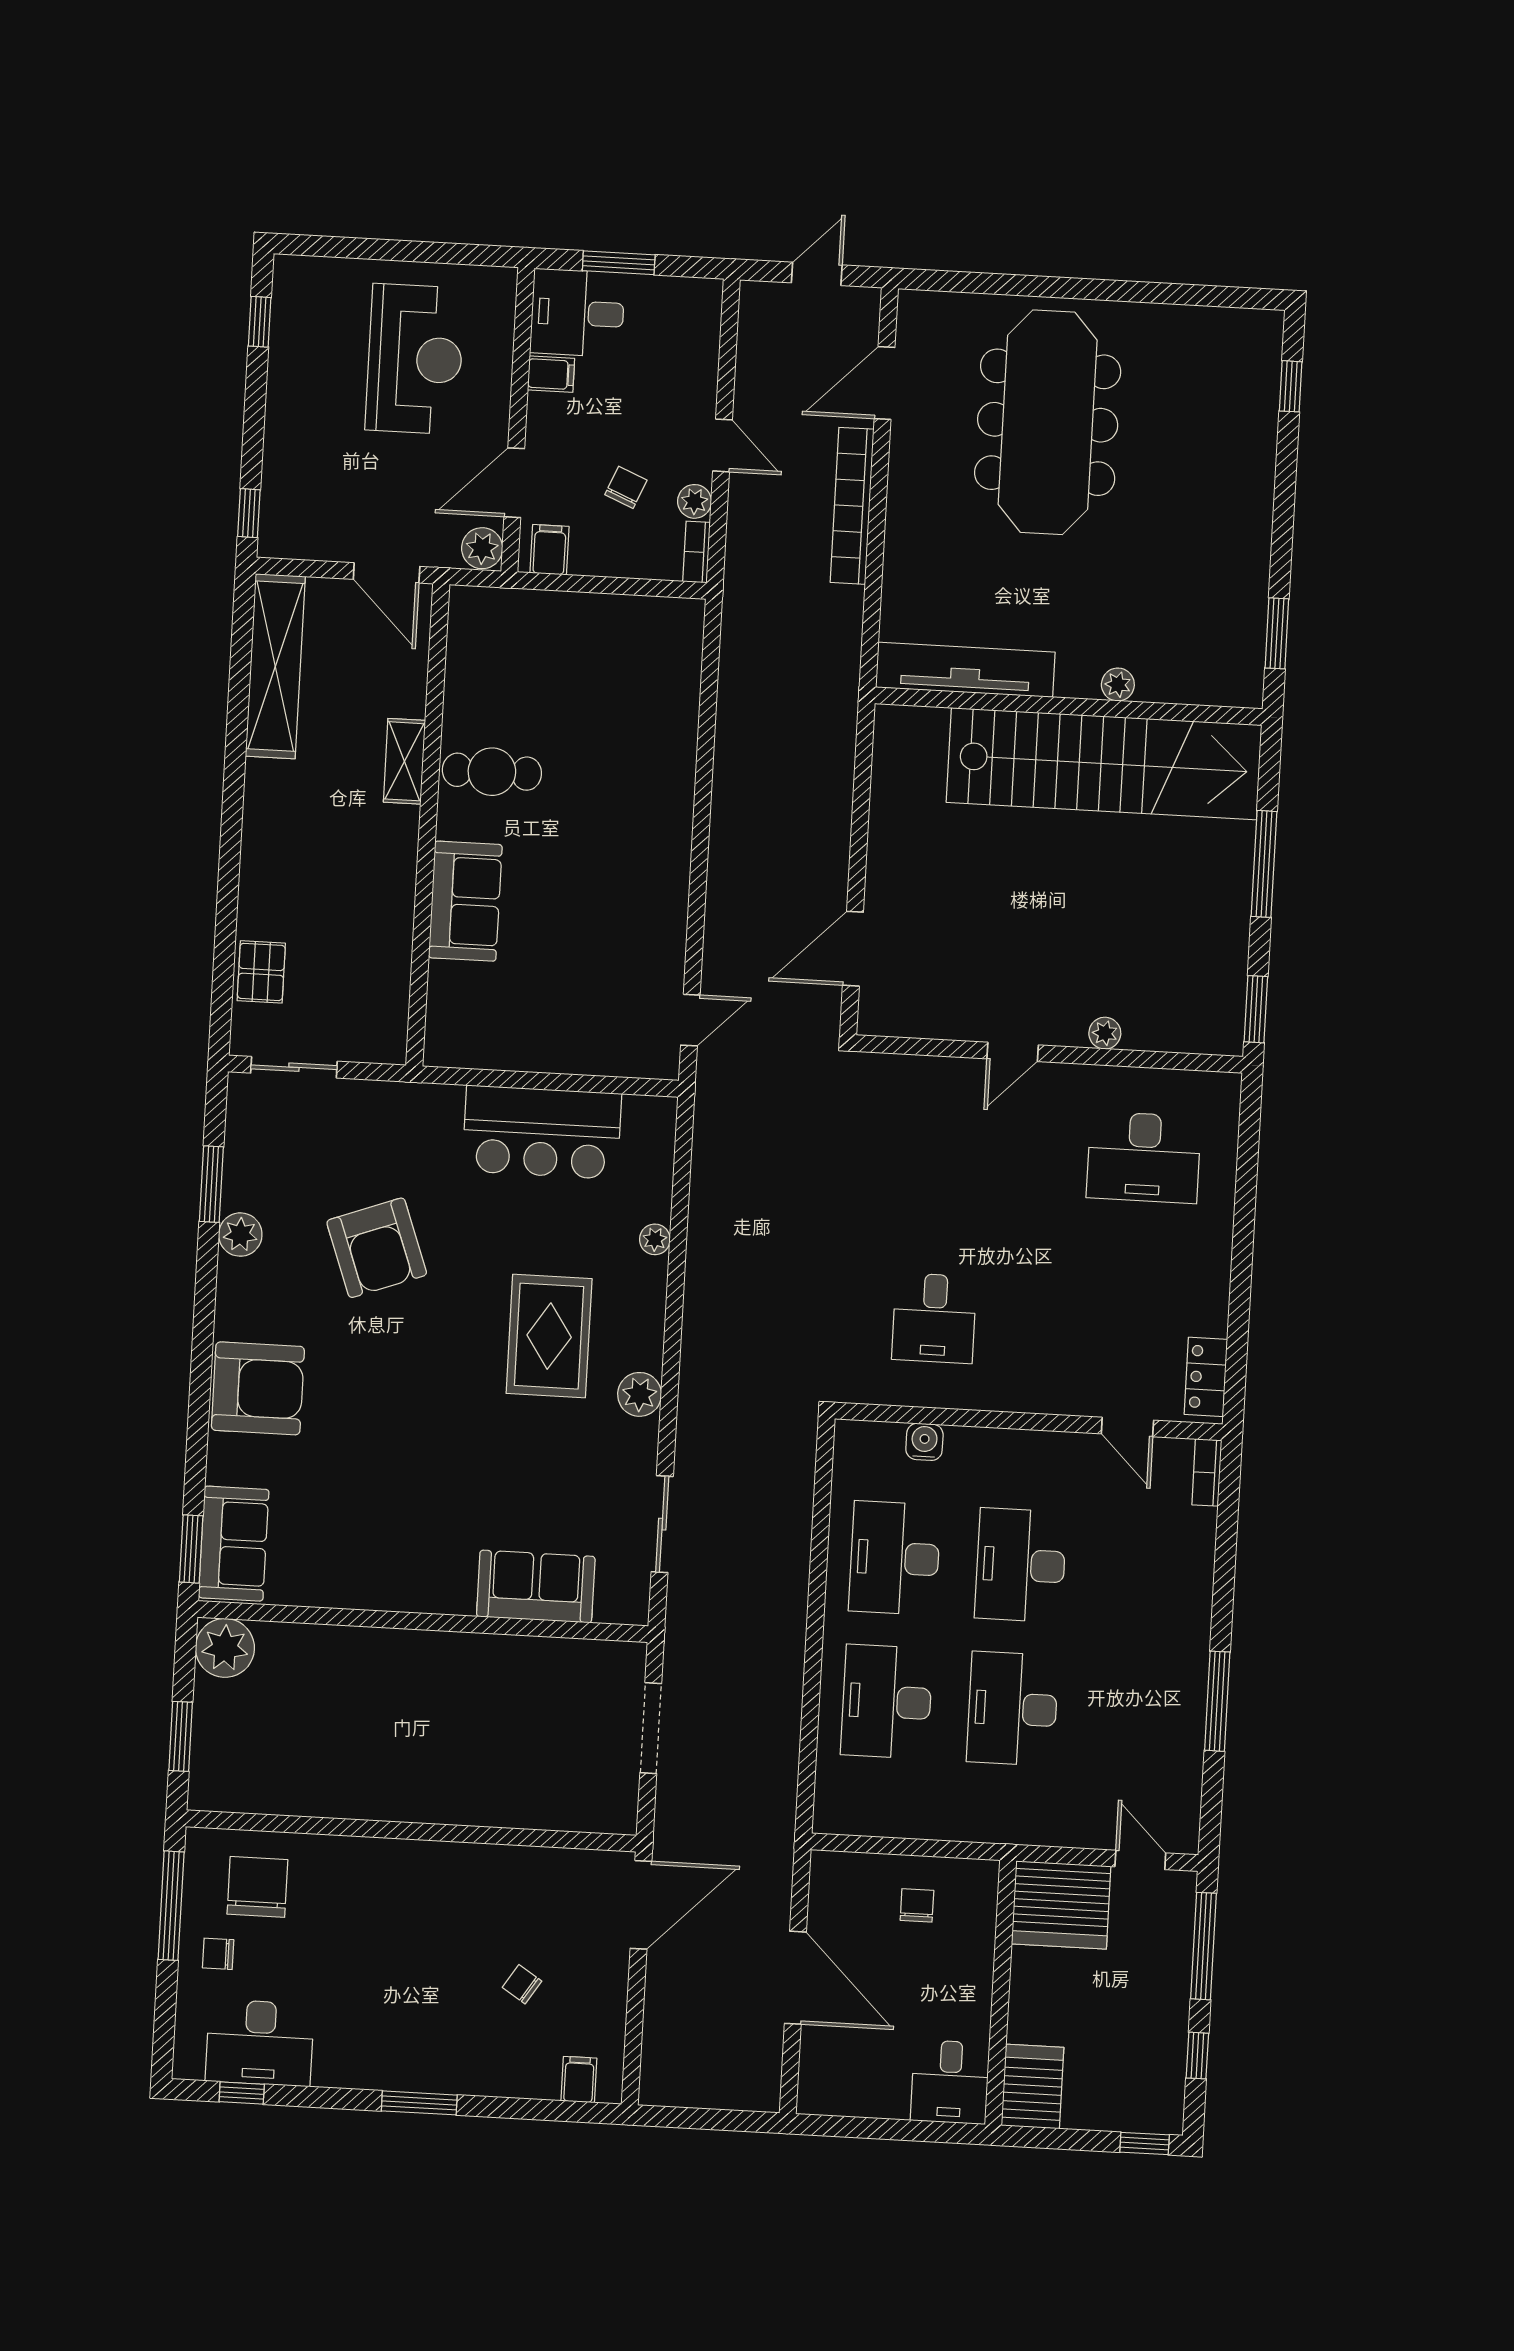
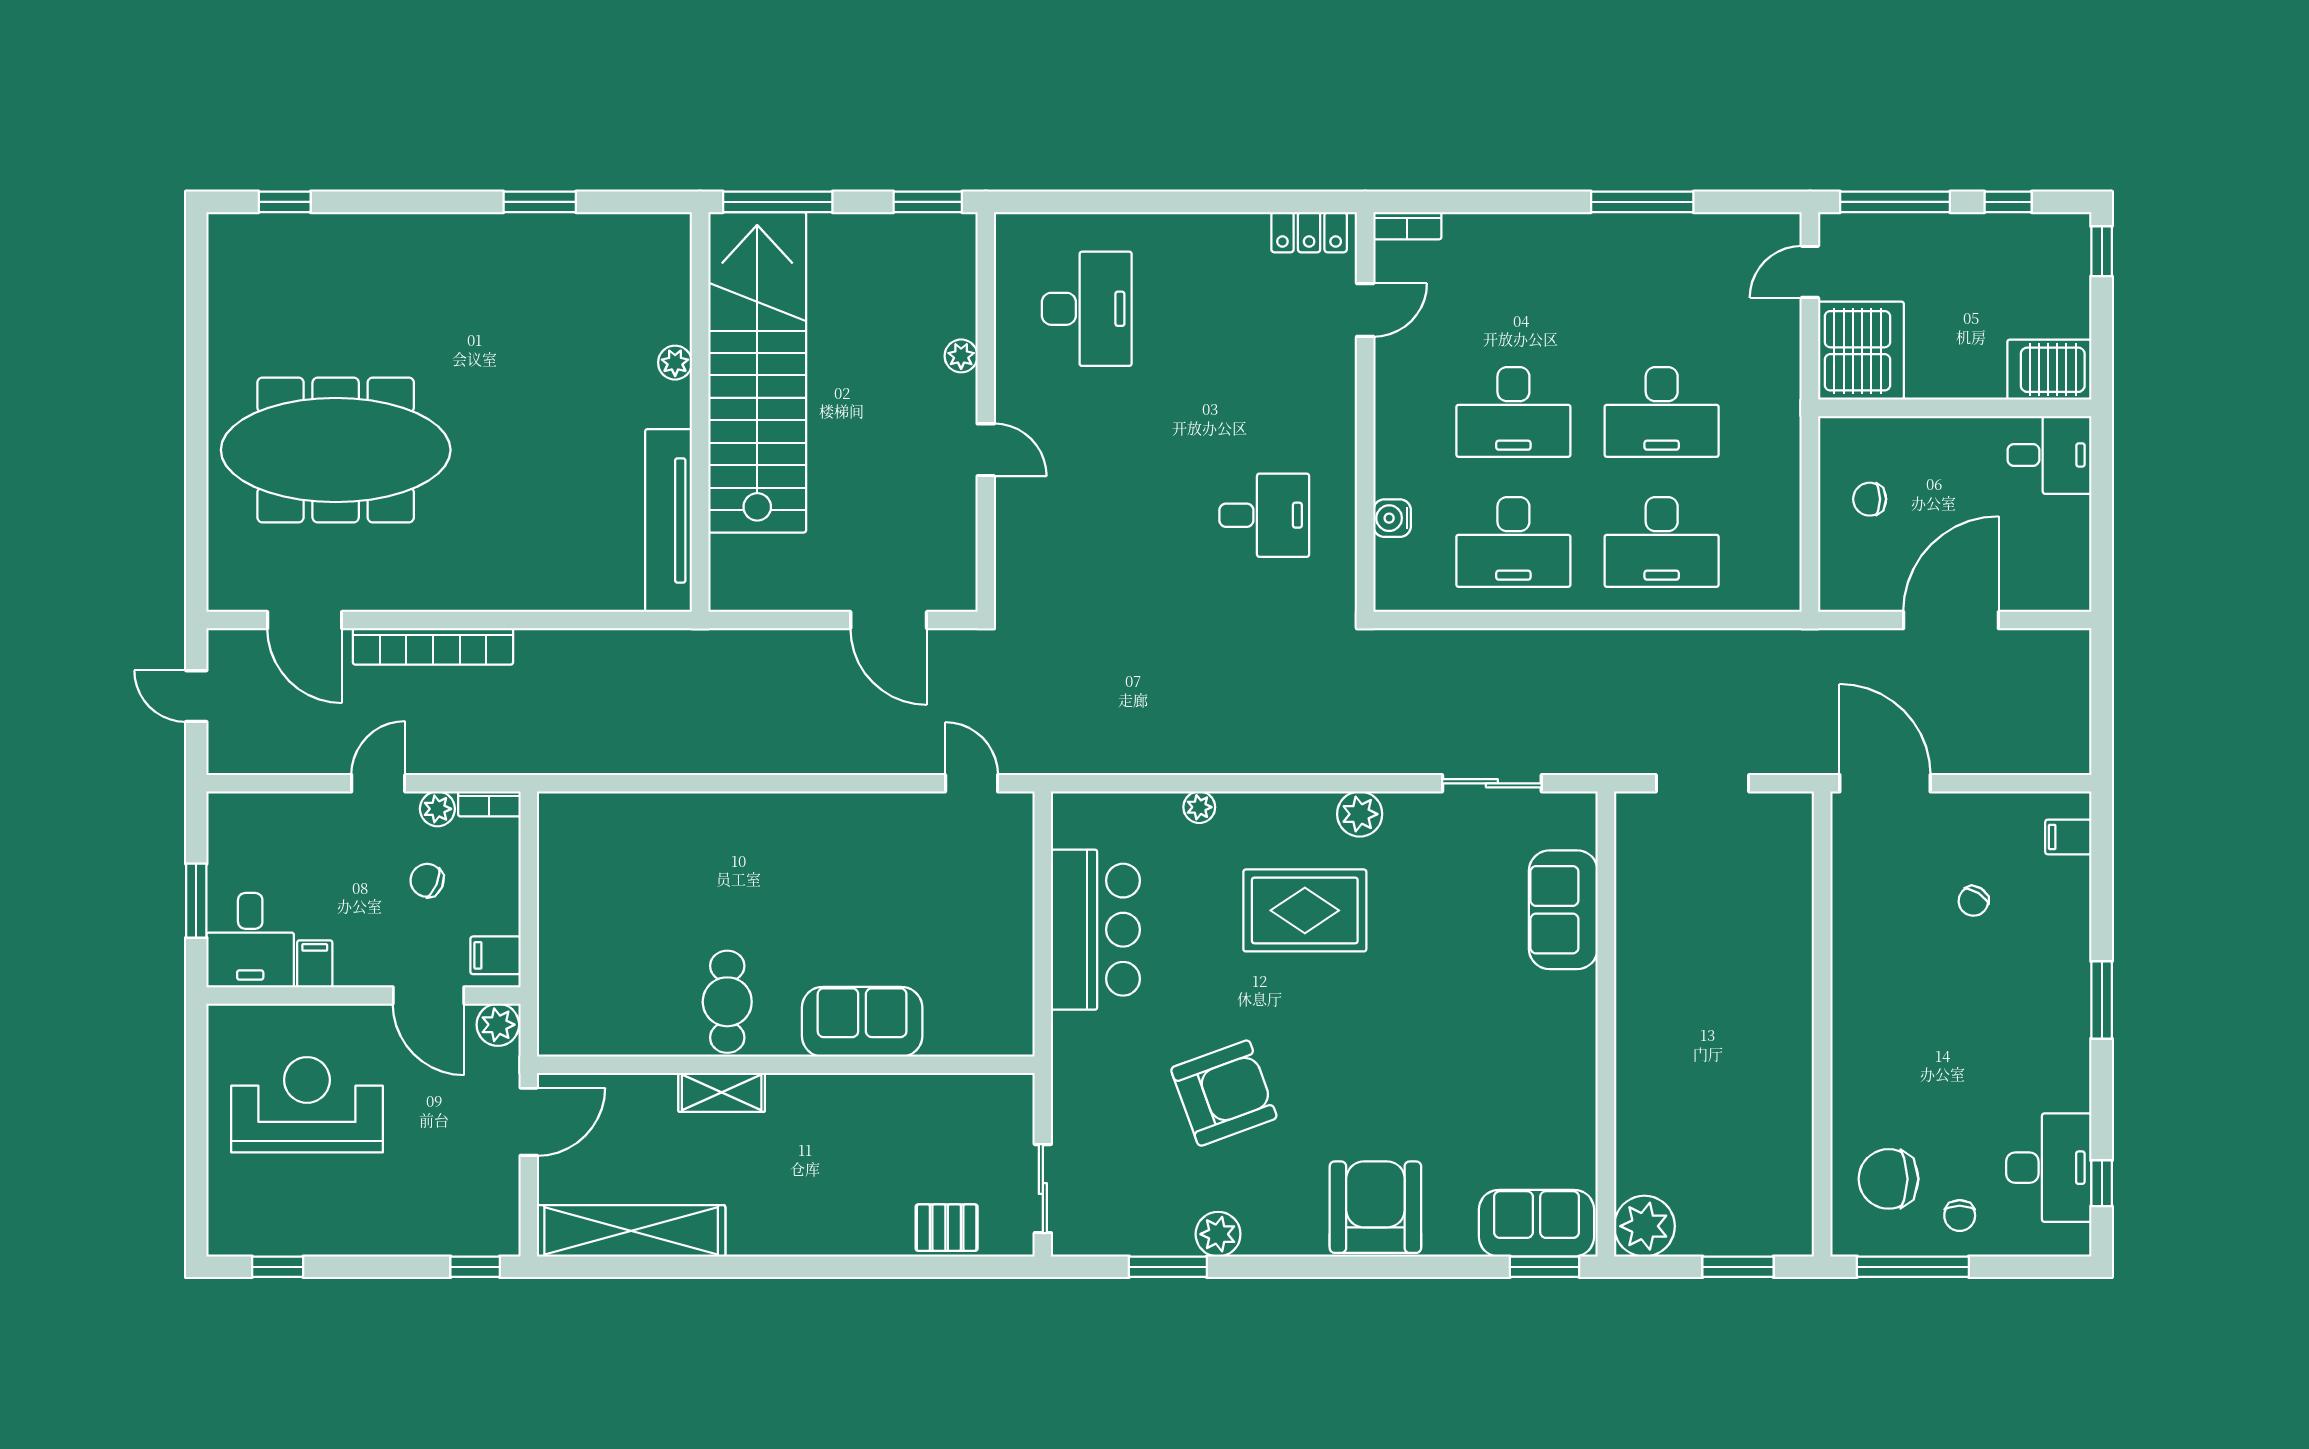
tv unit: (965, 670) -> (669, 520), moved
plant: (1118, 685) -> (675, 363), moved
wall: (1069, 706) -> (700, 412), moved
stairs: (1104, 764) -> (757, 372), moved

